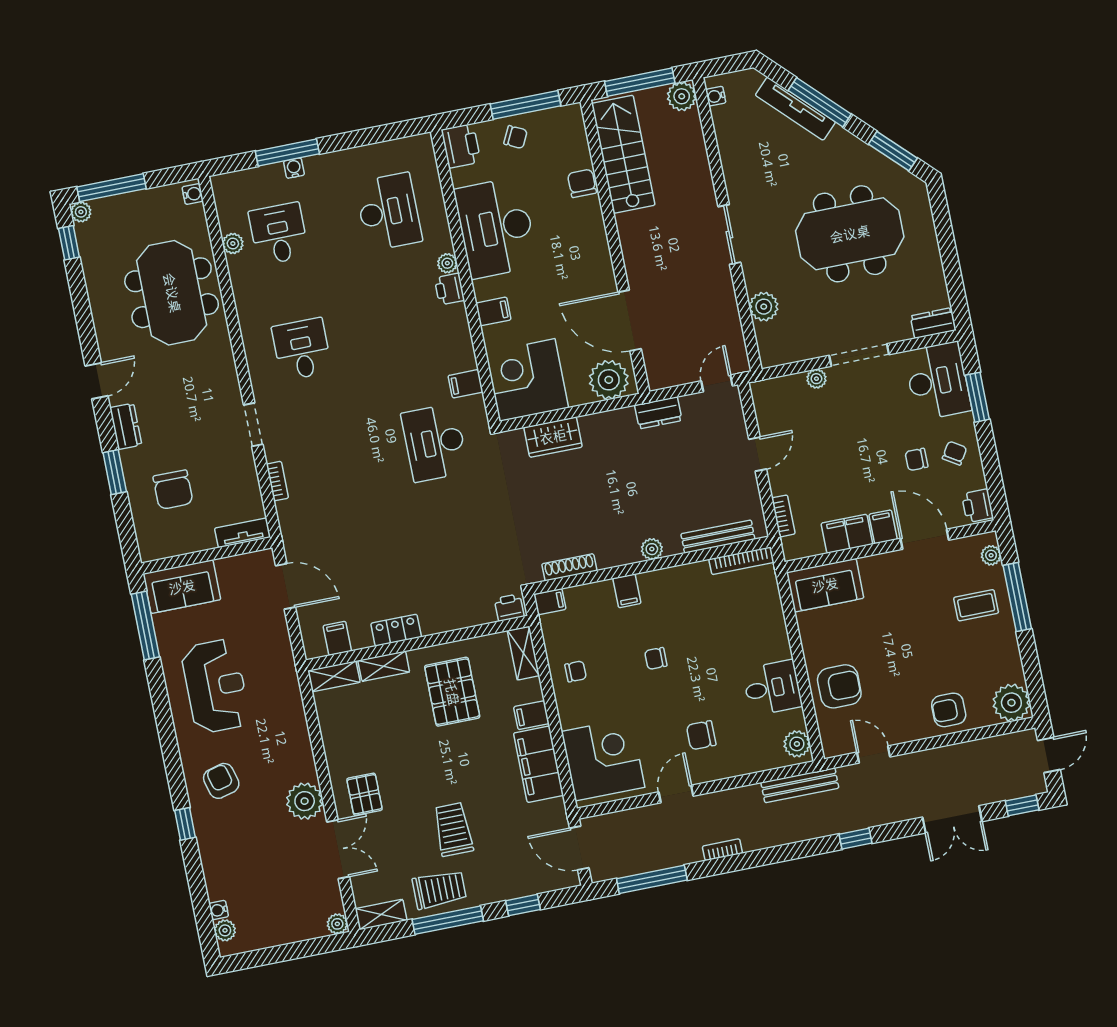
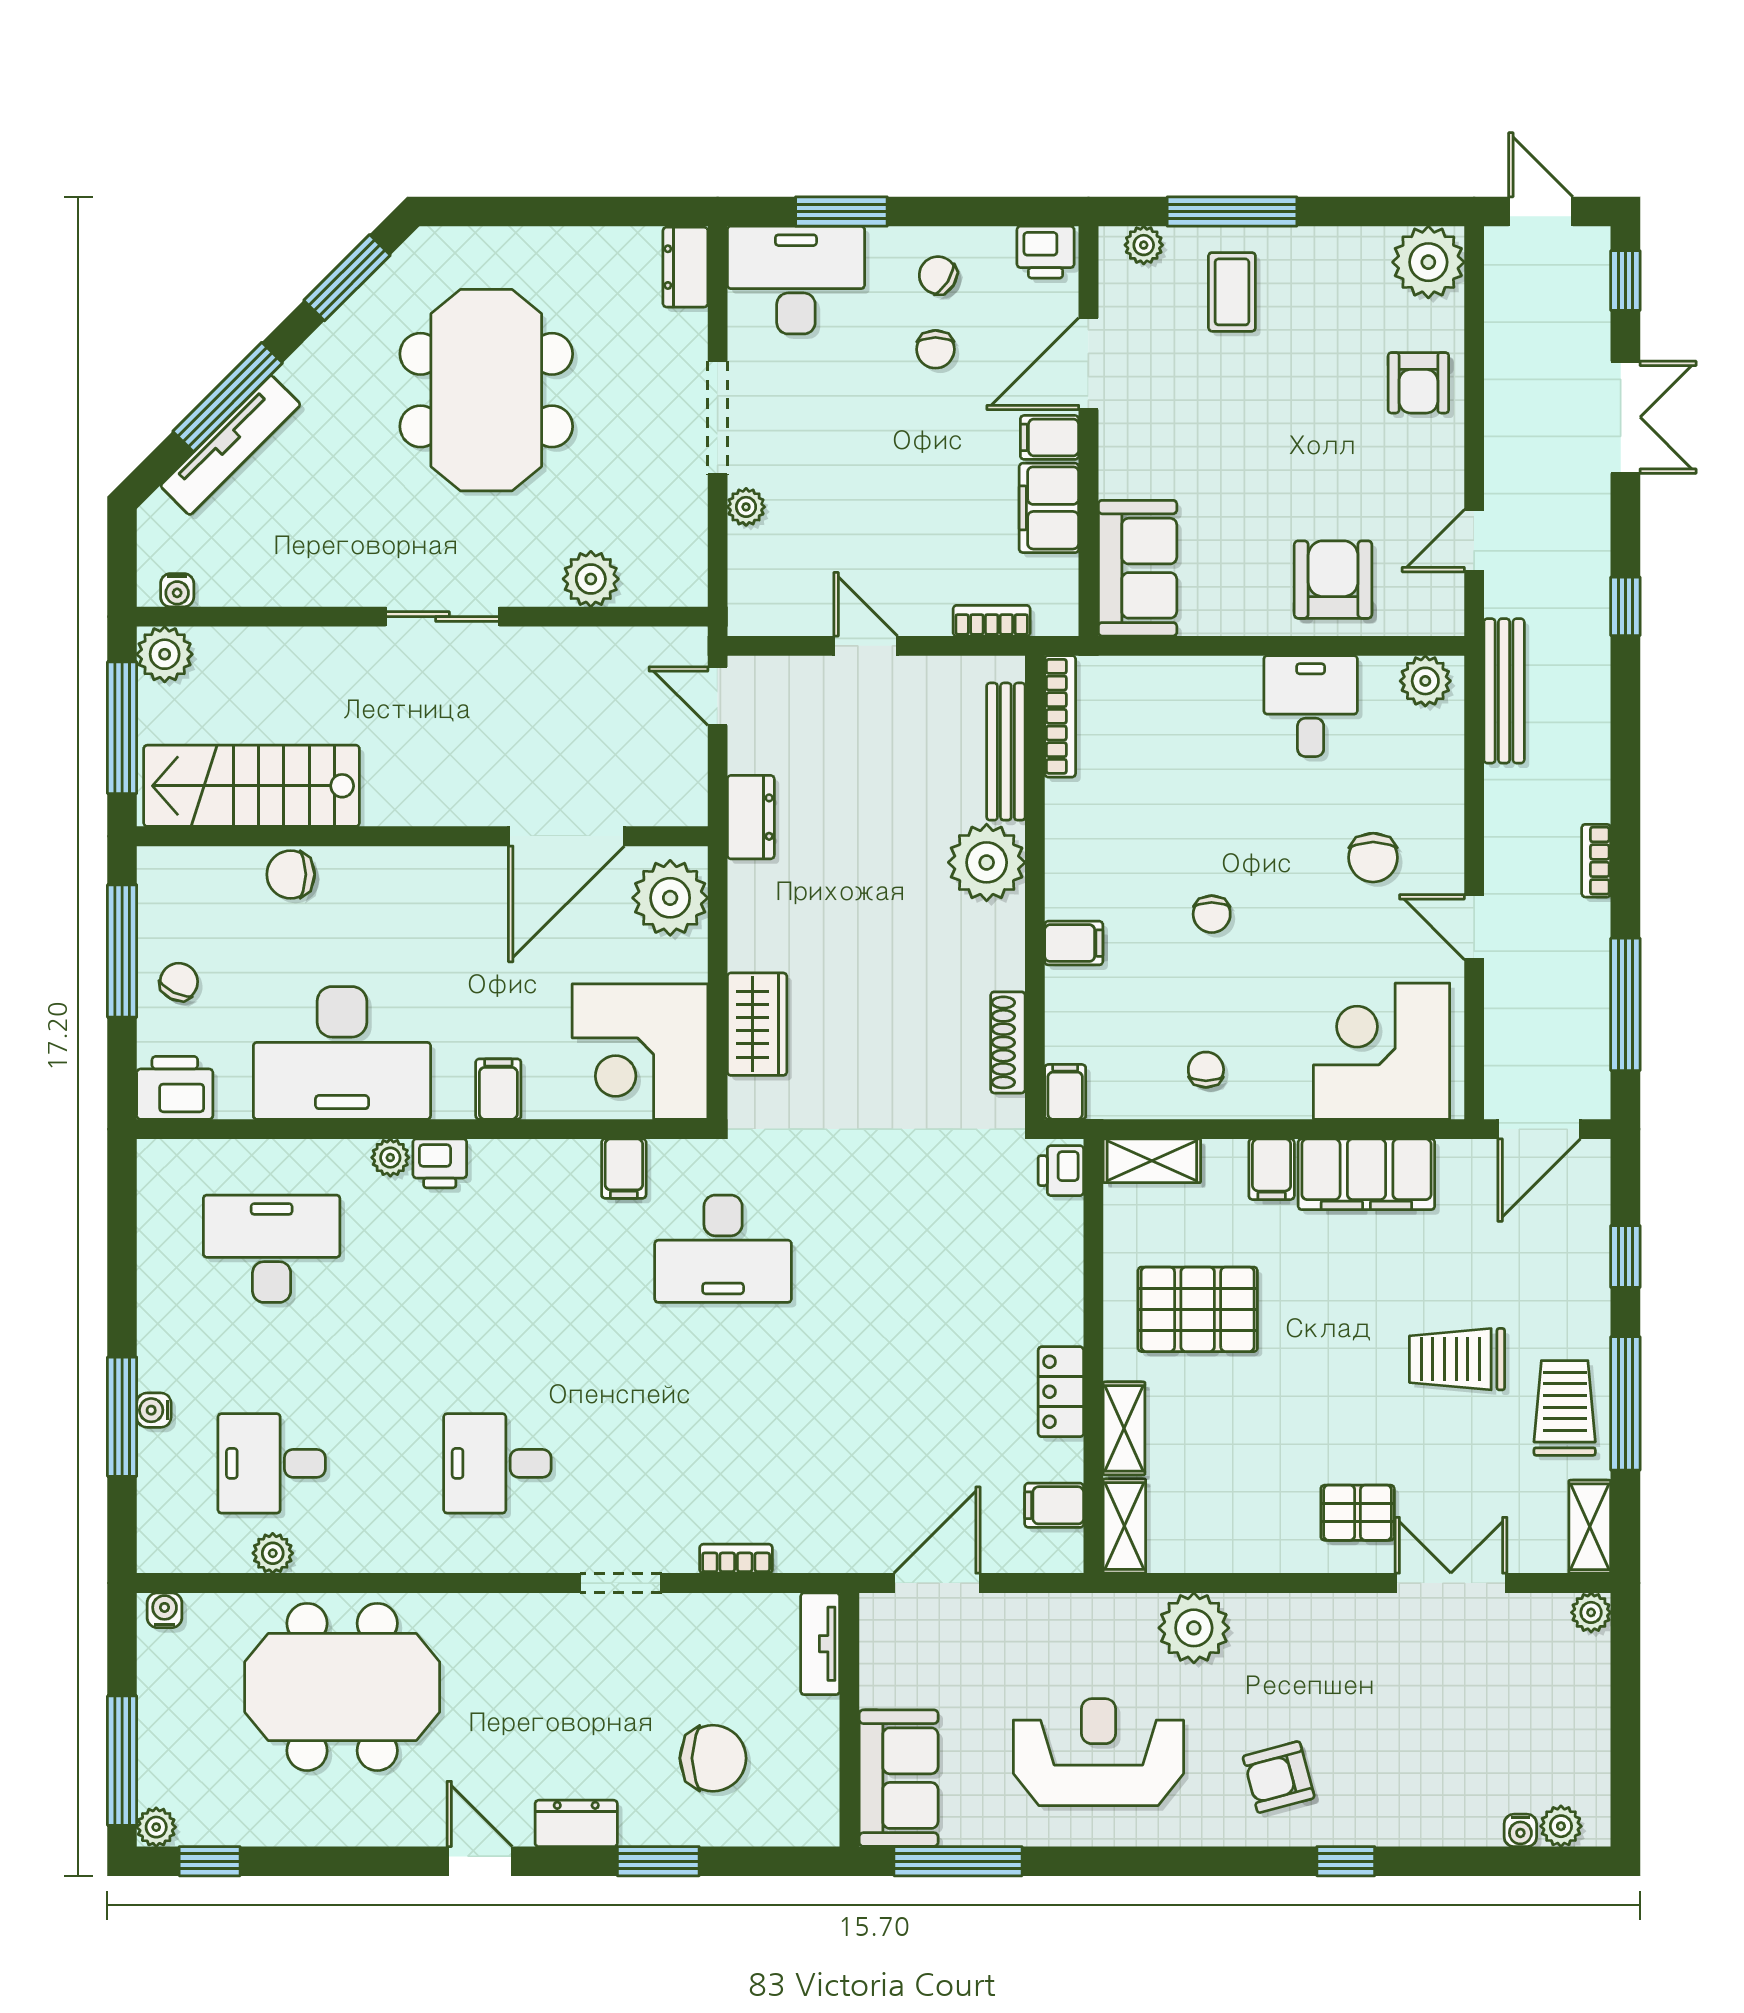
plant: (652, 549) -> (987, 862), width x1.88, depth x1.88
plant: (305, 801) -> (1194, 1628), moved

